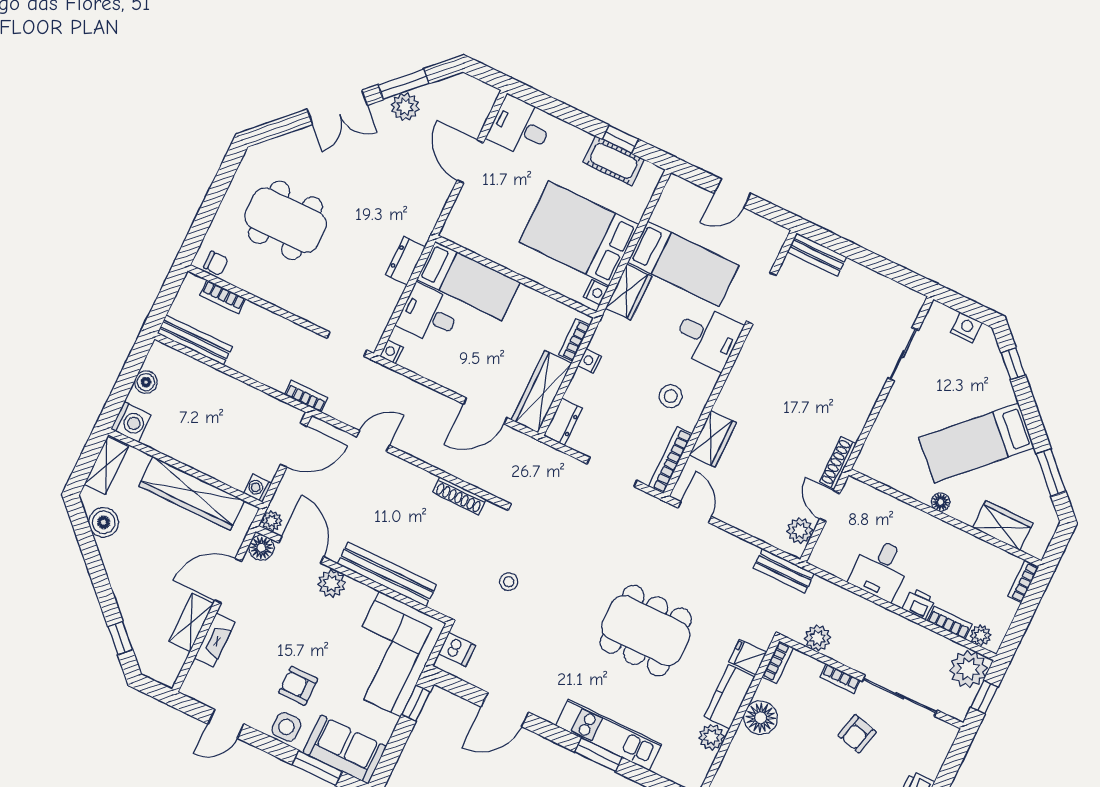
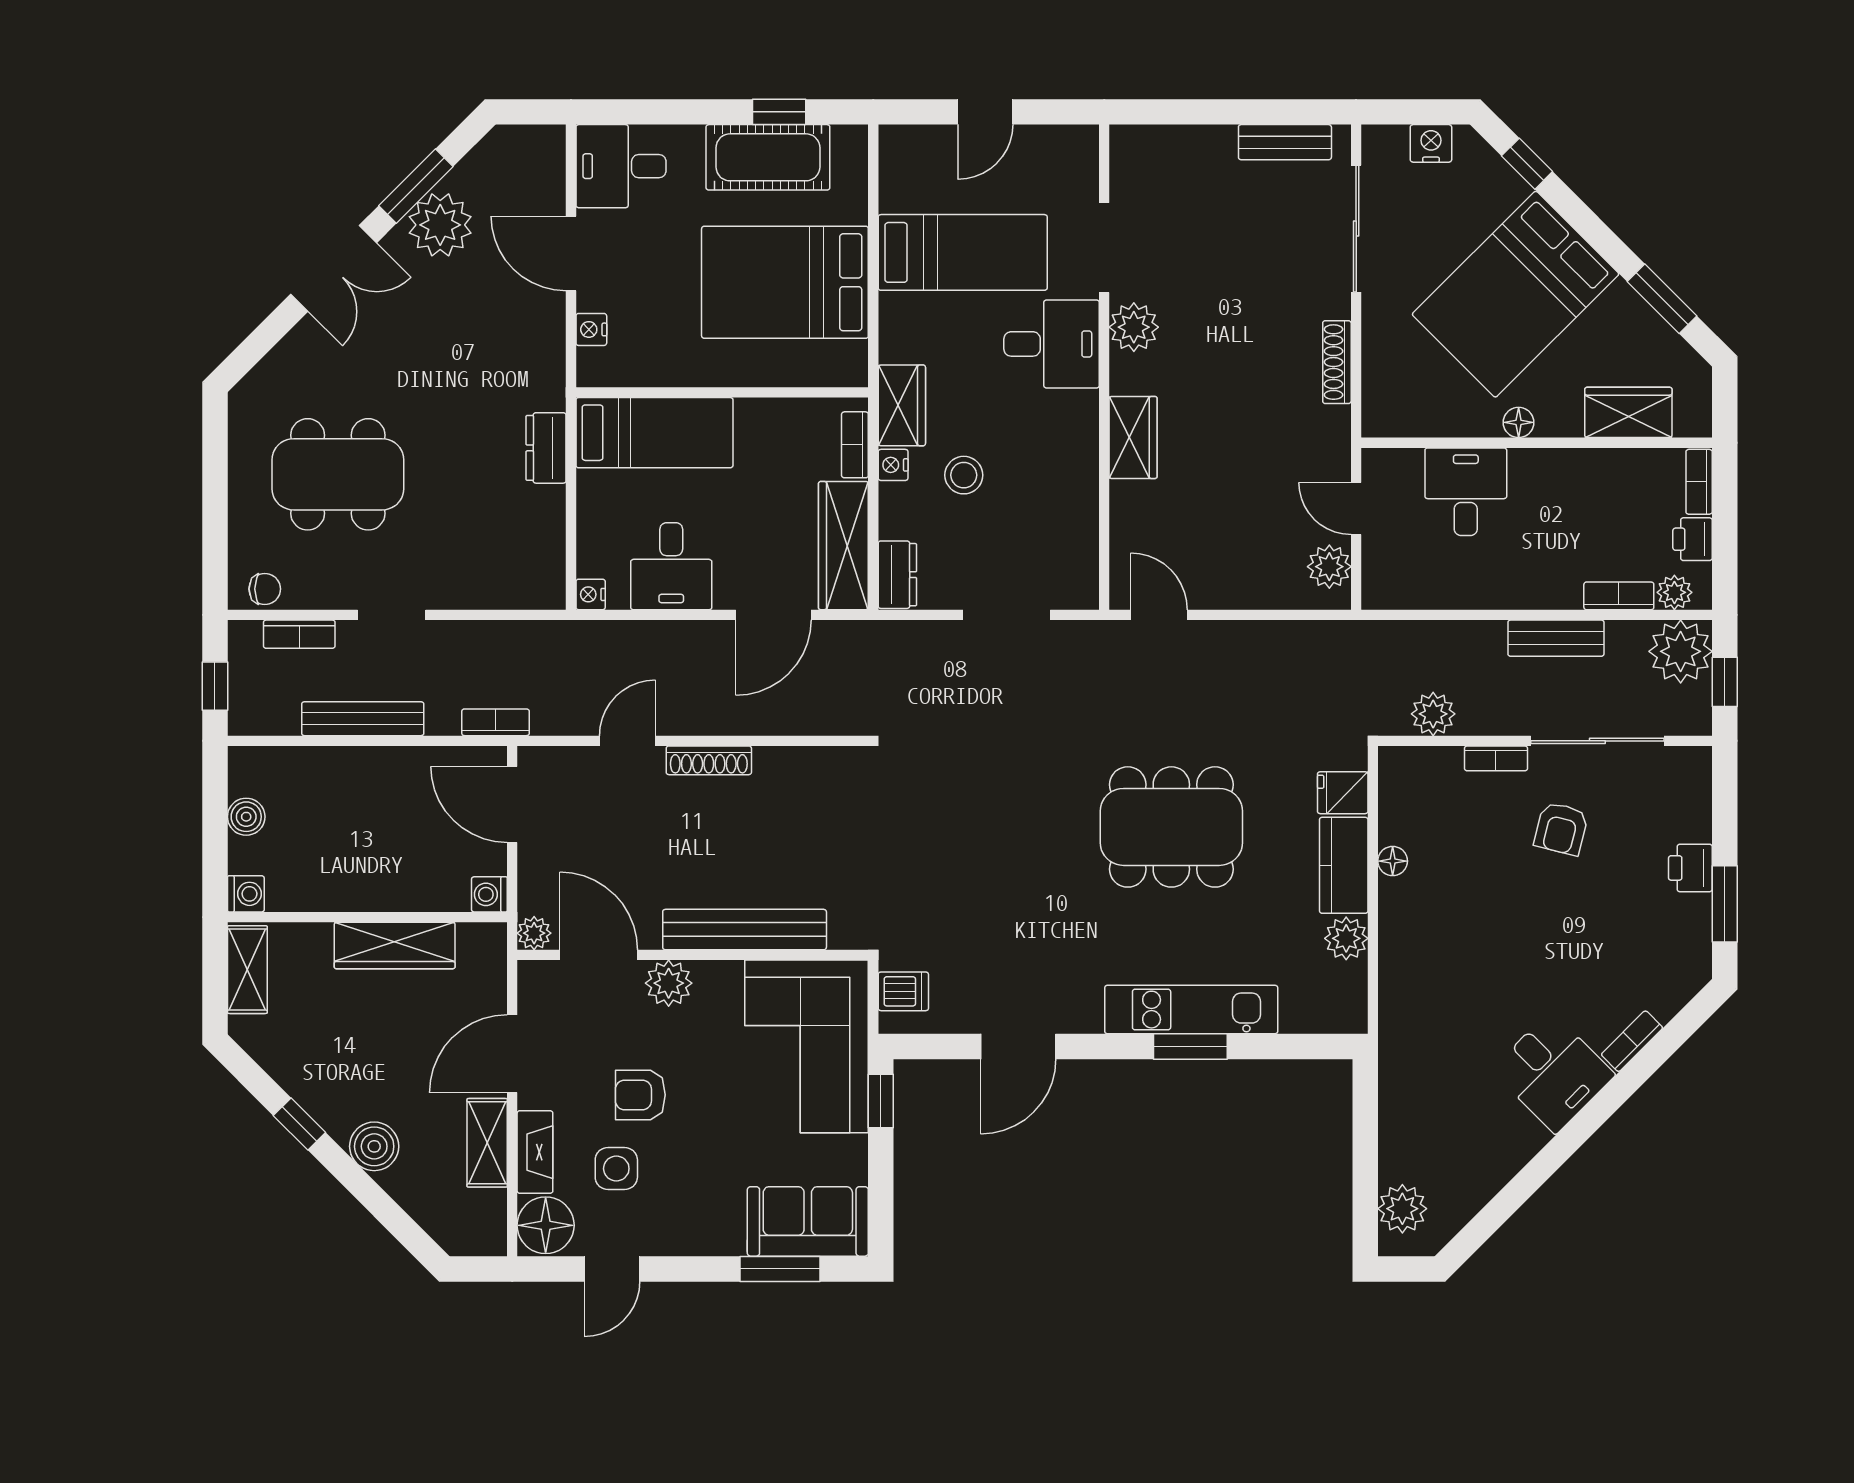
plant: (405, 107) -> (440, 225), width x1.36, depth x1.36
cot: (614, 161) -> (768, 157), width x1.37, depth x1.34
bench: (817, 255) -> (1285, 142), moved
nightstand: (596, 292) -> (591, 329), moved, turned 180
wardrobe: (629, 292) -> (902, 405), moved
window: (163, 303) -> (215, 686), added
desk: (429, 315) -> (671, 566), moved, turned -90
bench: (195, 340) -> (363, 719), moved
doorway: (347, 344) -> (392, 615), moved
plant: (757, 349) -> (1134, 327), added
sliding door: (903, 354) -> (1356, 229), width x1.37
stool: (671, 396) -> (964, 475), moved
washing machine: (131, 422) -> (246, 894), width x0.73, depth x0.73
wardrobe: (713, 439) -> (1133, 437), moved
bed: (977, 443) -> (1516, 294), width x1.50
door: (294, 445) -> (512, 804), swing flipped
bookcase: (670, 460) -> (1085, 555), removed
shoe rack: (838, 463) -> (1337, 362), moved
wardrobe: (192, 493) -> (395, 946), width x0.71, depth x0.85
shoe rack: (459, 496) -> (709, 760), moved
boiler: (104, 522) -> (374, 1146), moved
floor lamp: (261, 548) -> (546, 1225), moved, width x1.38, depth x1.38
desk: (880, 569) -> (1466, 492), moved, turned 180
bench: (784, 571) -> (1556, 638), moved
stool: (509, 582) -> (932, 853), removed
printer: (919, 604) -> (1693, 539), moved, turned -90
window: (120, 638) -> (299, 1124), moved
bookcase: (778, 662) -> (1391, 779), removed
armchair: (298, 686) -> (640, 1095), moved
floor lamp: (761, 718) -> (1393, 861), width x0.53, depth x0.53
side table: (286, 727) -> (616, 1169), moved

